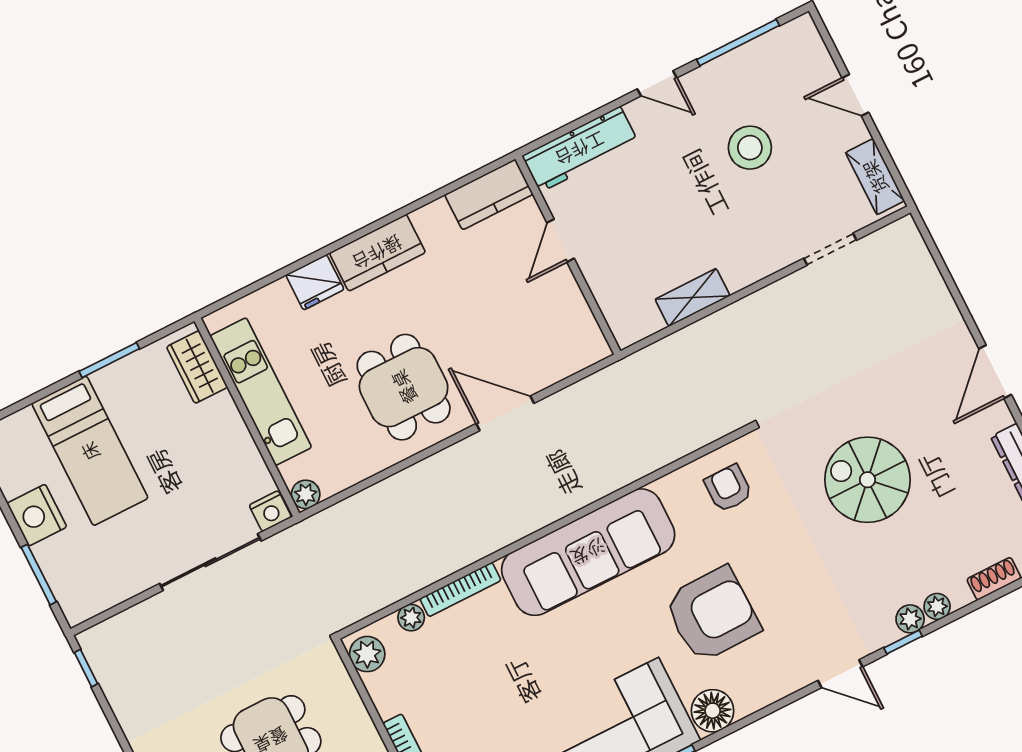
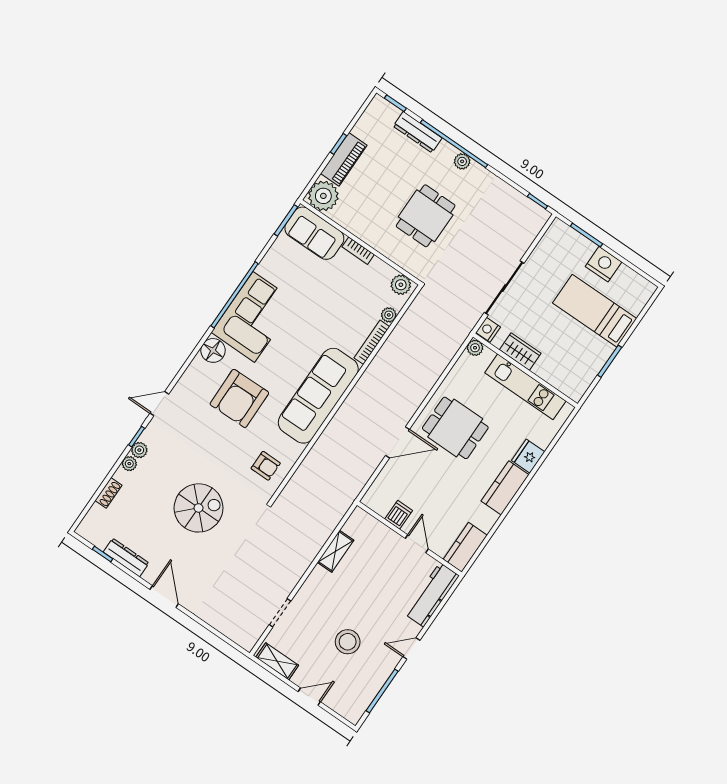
dishwasher: (564, 301) -> (399, 515), added
wardrobe: (197, 367) -> (520, 352), moved

